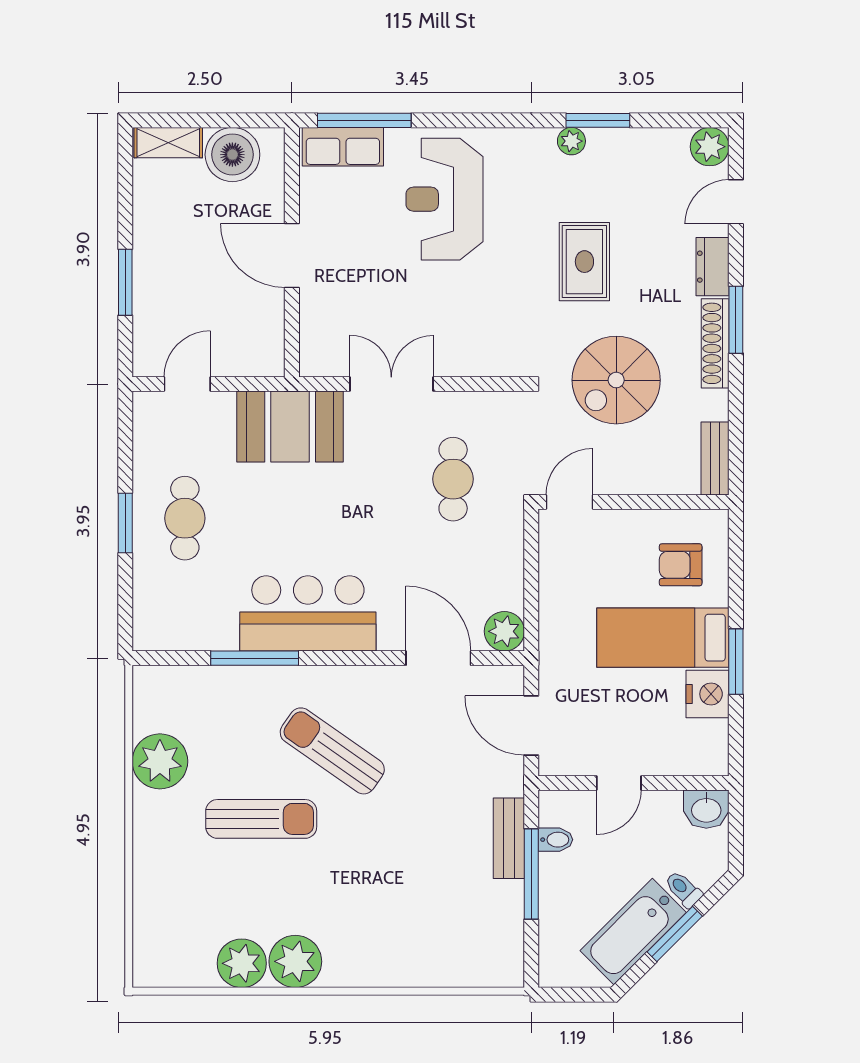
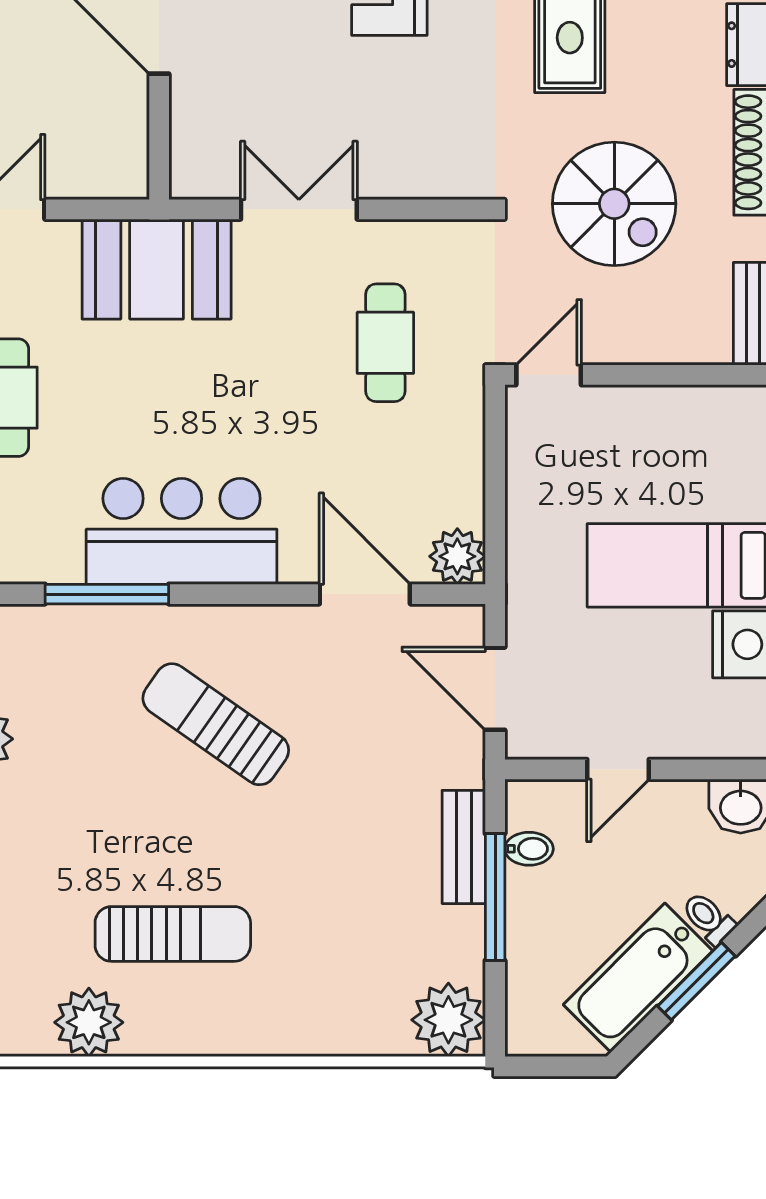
spiral stairs: (616, 380) -> (614, 204), turned -90
armchair: (681, 565) -> (705, 463), removed
sun lounger: (261, 819) -> (173, 934), moved
plant: (295, 961) -> (448, 1020), moved

